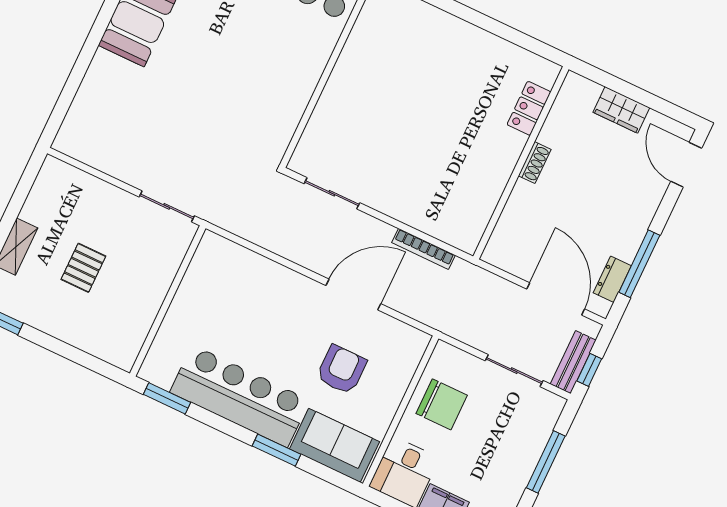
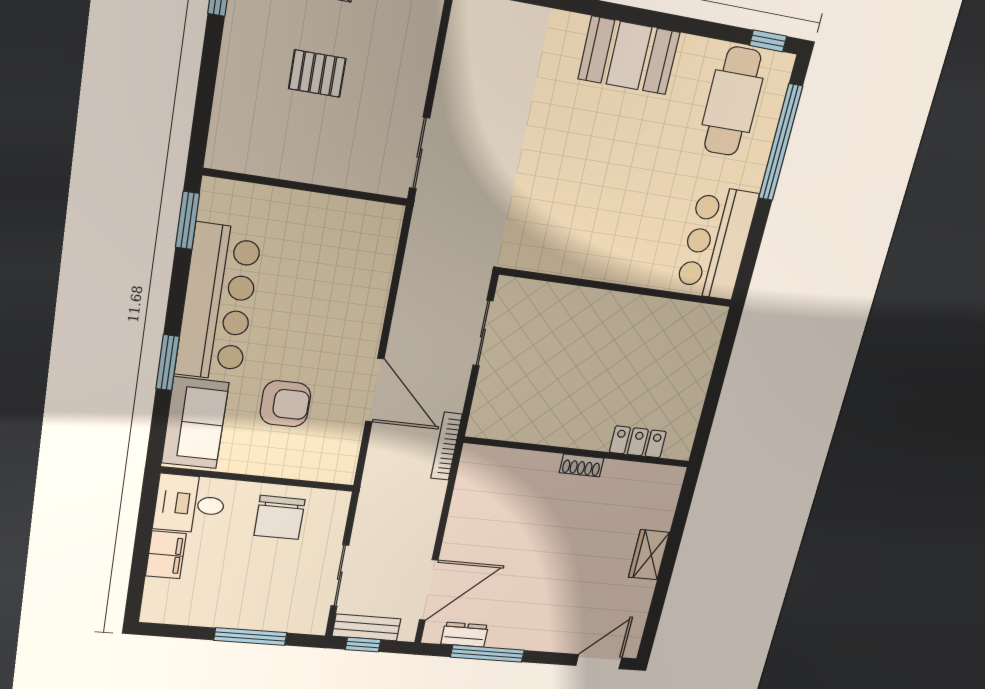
locker: (529, 108) -> (638, 442), moved
wardrobe: (621, 110) -> (649, 555), moved
wall: (521, 163) -> (578, 452), moved
shoe rack: (535, 163) -> (582, 465), moved

